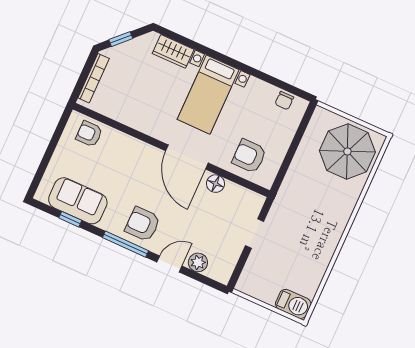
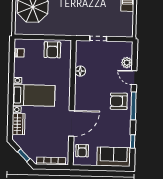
armchair: (249, 156) -> (52, 50), moved
door: (187, 157) -> (72, 123), moved
sofa: (78, 201) -> (114, 157), moved, turned 90
armchair: (143, 224) -> (119, 101), turned 90

